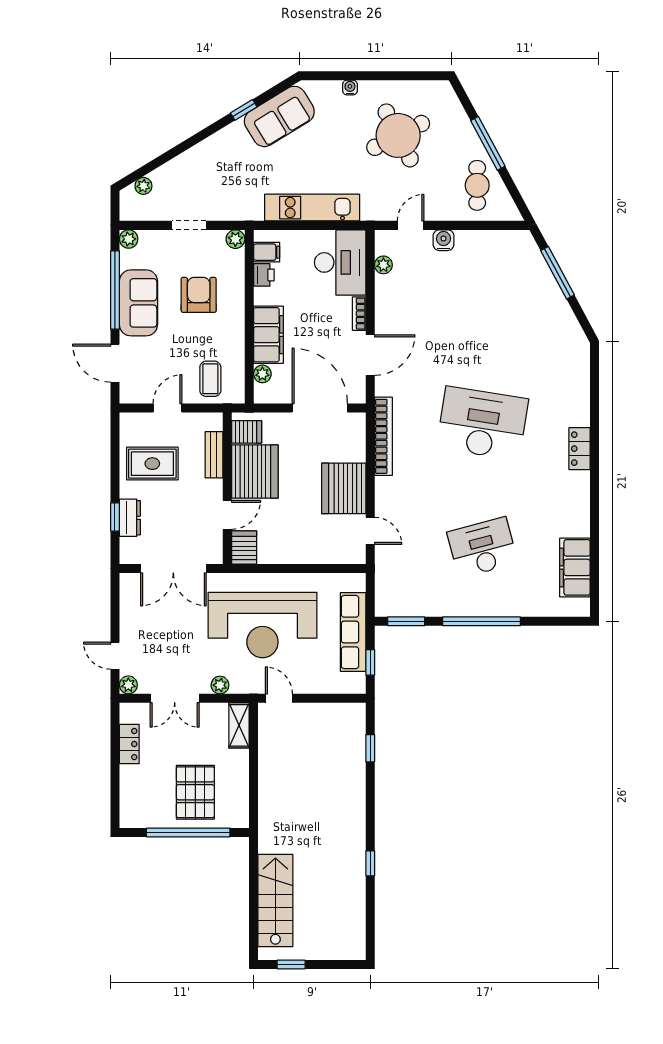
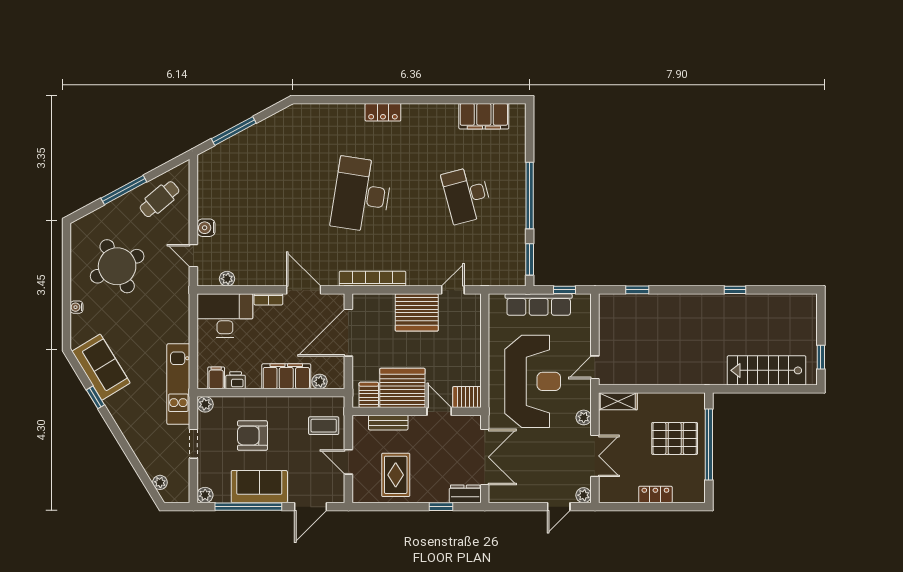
cafe table: (477, 185) -> (159, 199), turned -40
kitchen unit: (312, 208) -> (178, 384), moved
dresser: (130, 518) -> (465, 494), moved
locker: (129, 744) -> (655, 494), moved

